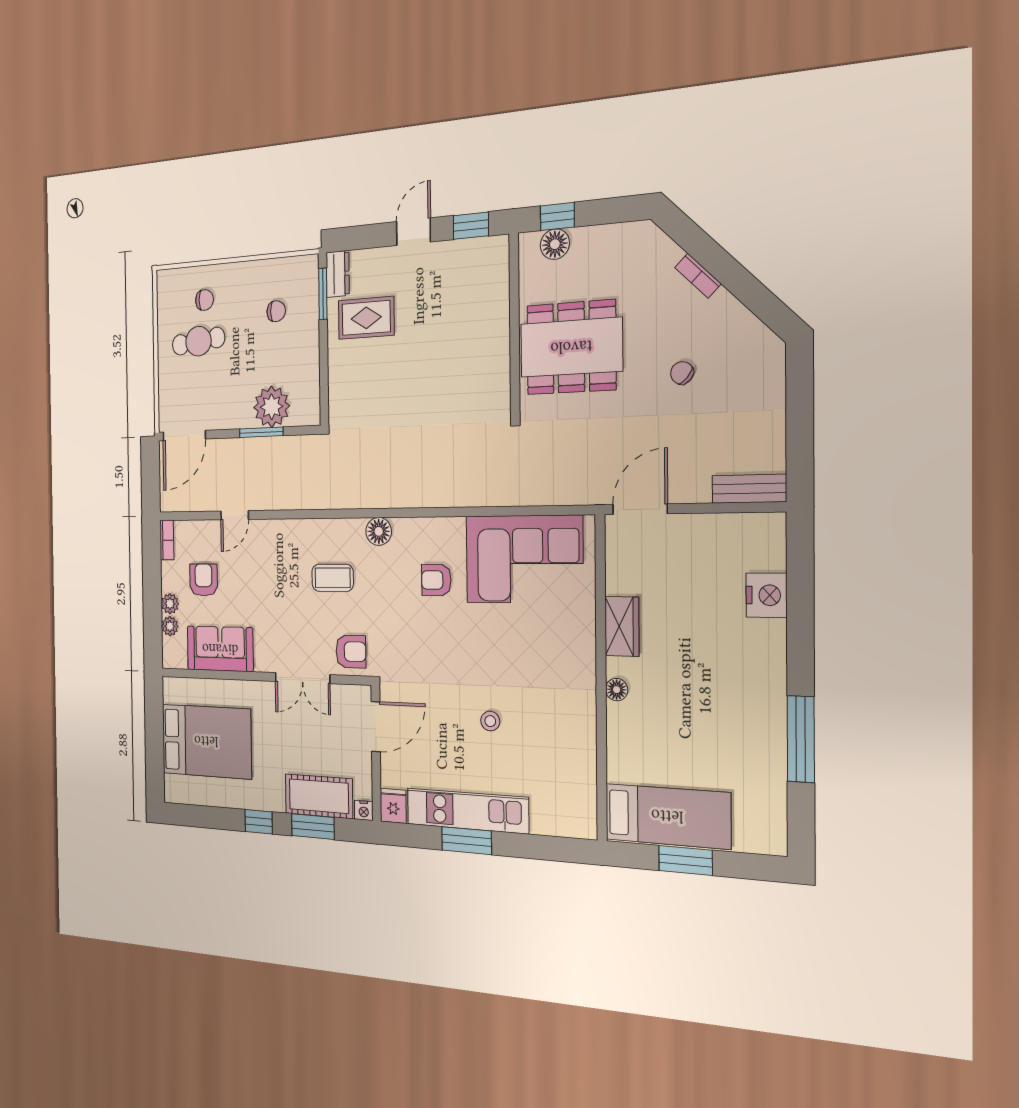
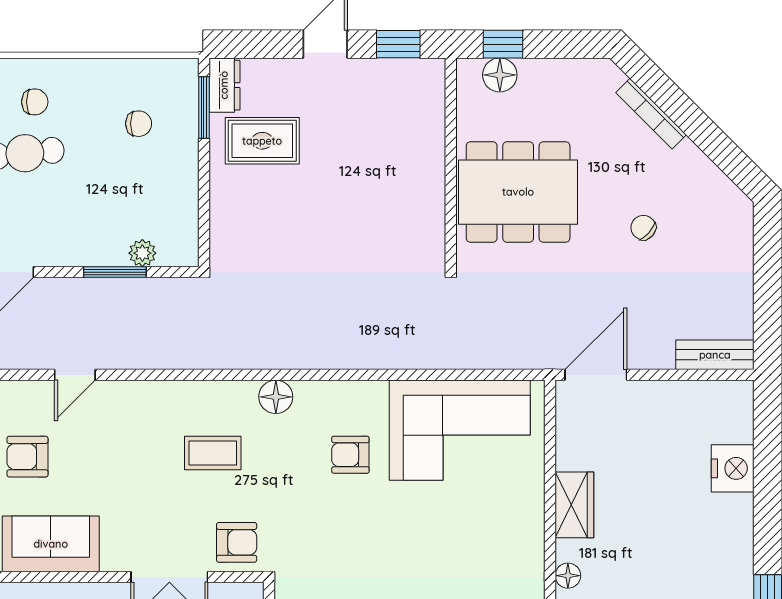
bookcase: (698, 276) -> (651, 114), width x1.56
plant: (272, 407) -> (142, 253), width x0.53, depth x0.53
armchair: (204, 580) -> (27, 457), turned -90

